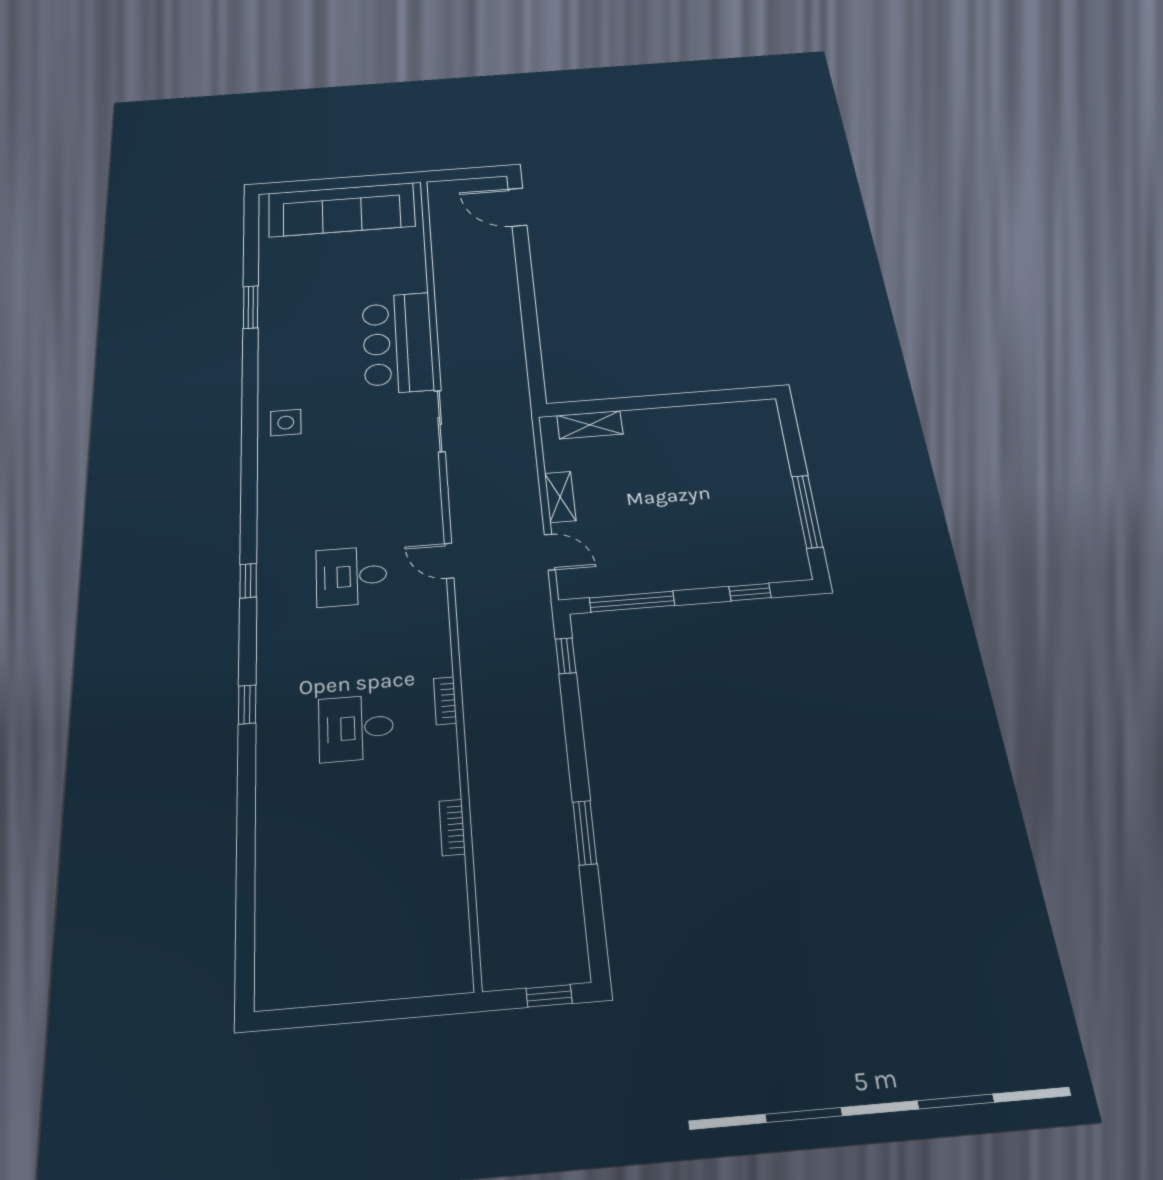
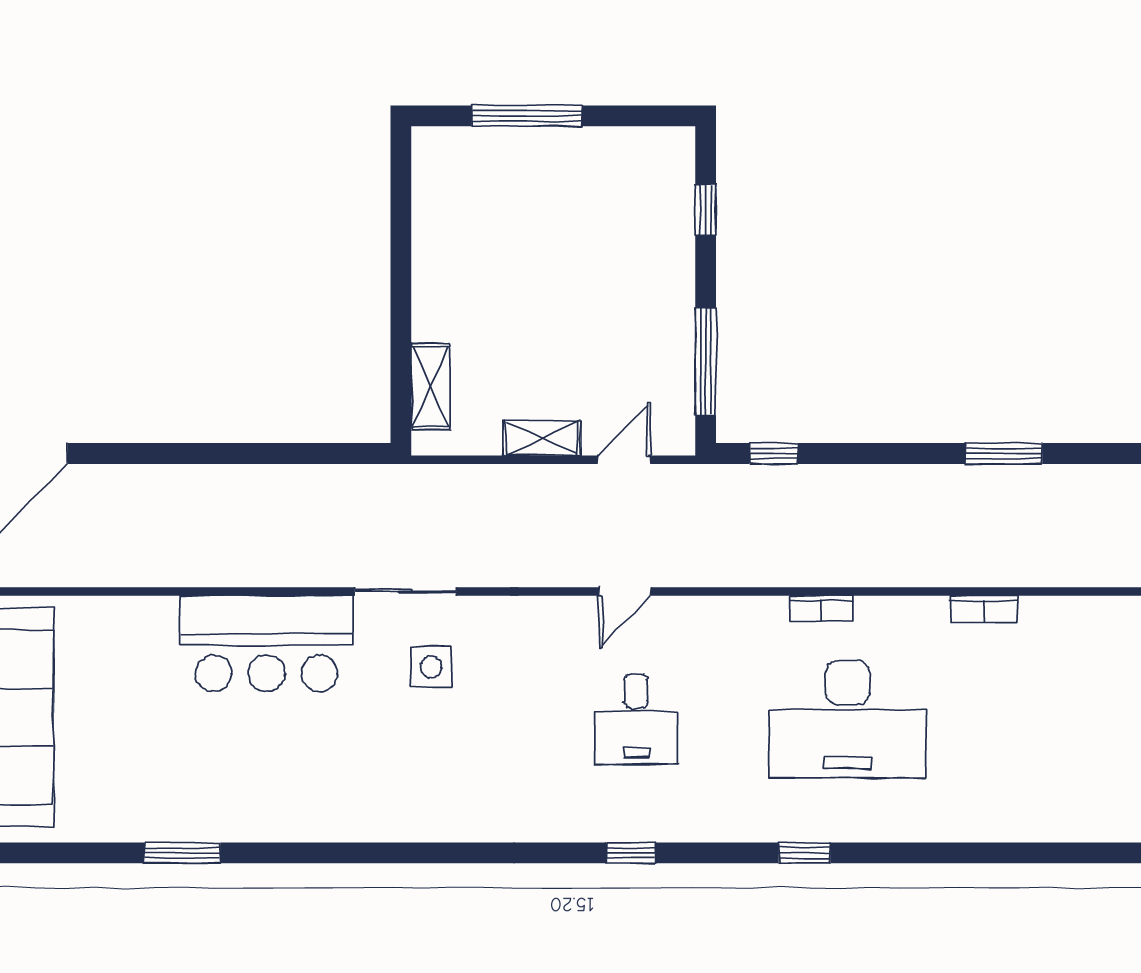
side table: (286, 423) -> (431, 667), moved
window: (807, 511) -> (527, 116), moved
desk: (356, 728) -> (848, 719), width x1.87, depth x1.30

